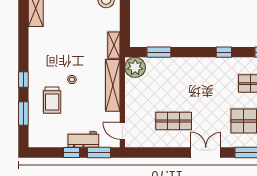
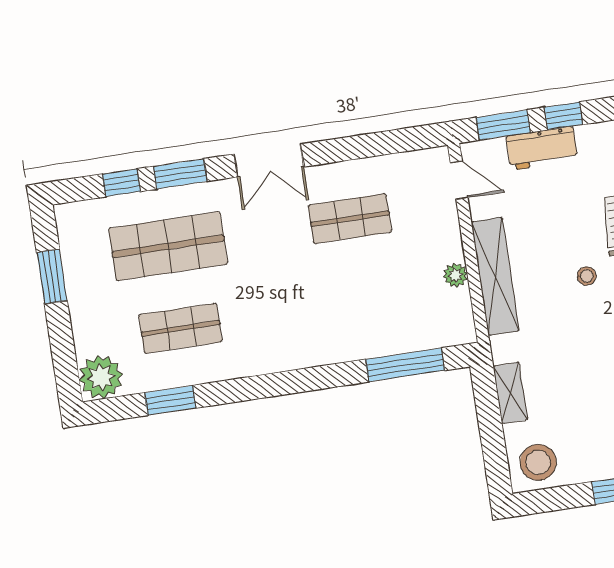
shelving: (114, 45) -> (510, 393), moved
window: (159, 52) -> (405, 365), width x1.44
window: (224, 52) -> (262, 386), removed
plant: (135, 67) -> (456, 275), moved, width x0.53, depth x0.53

